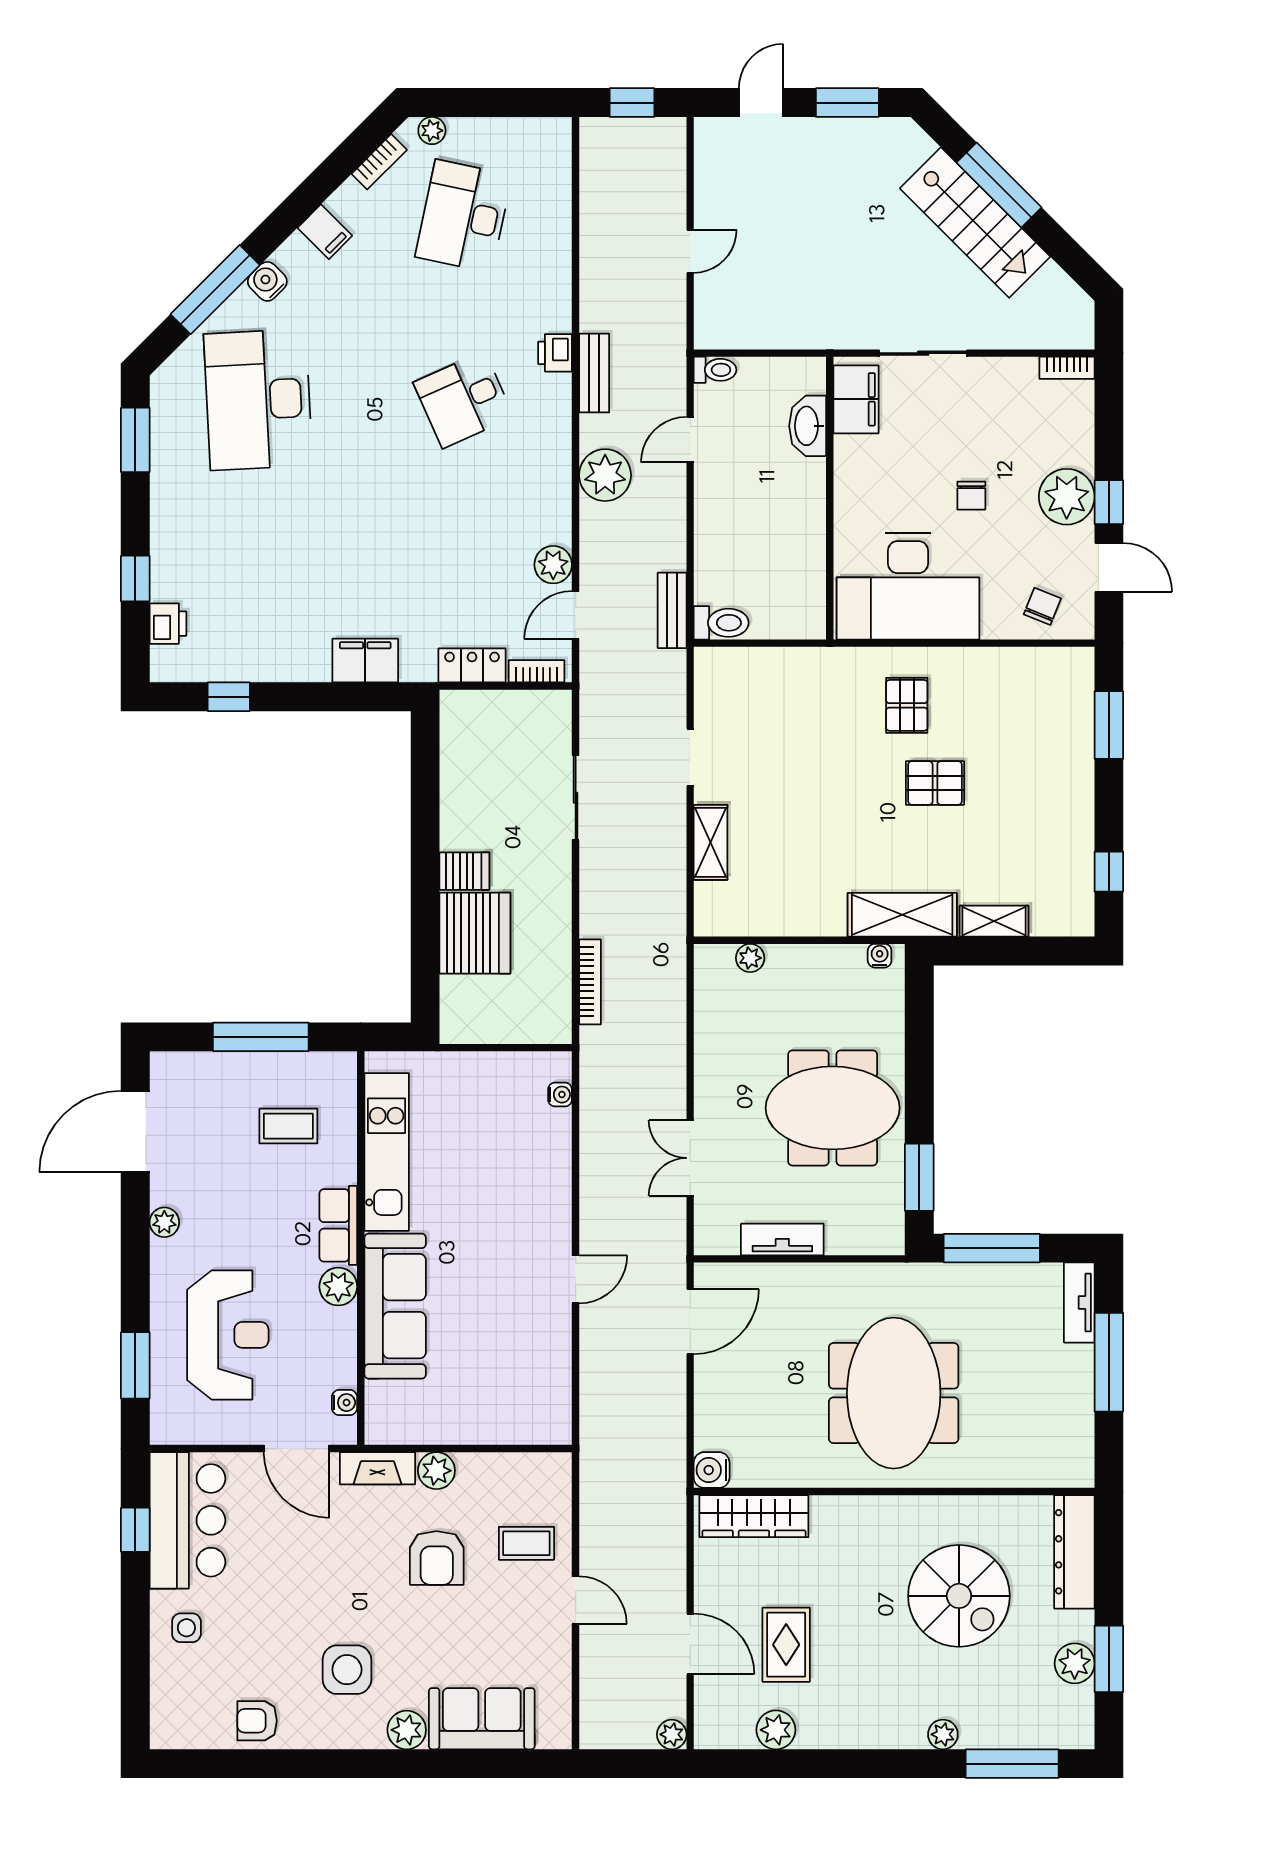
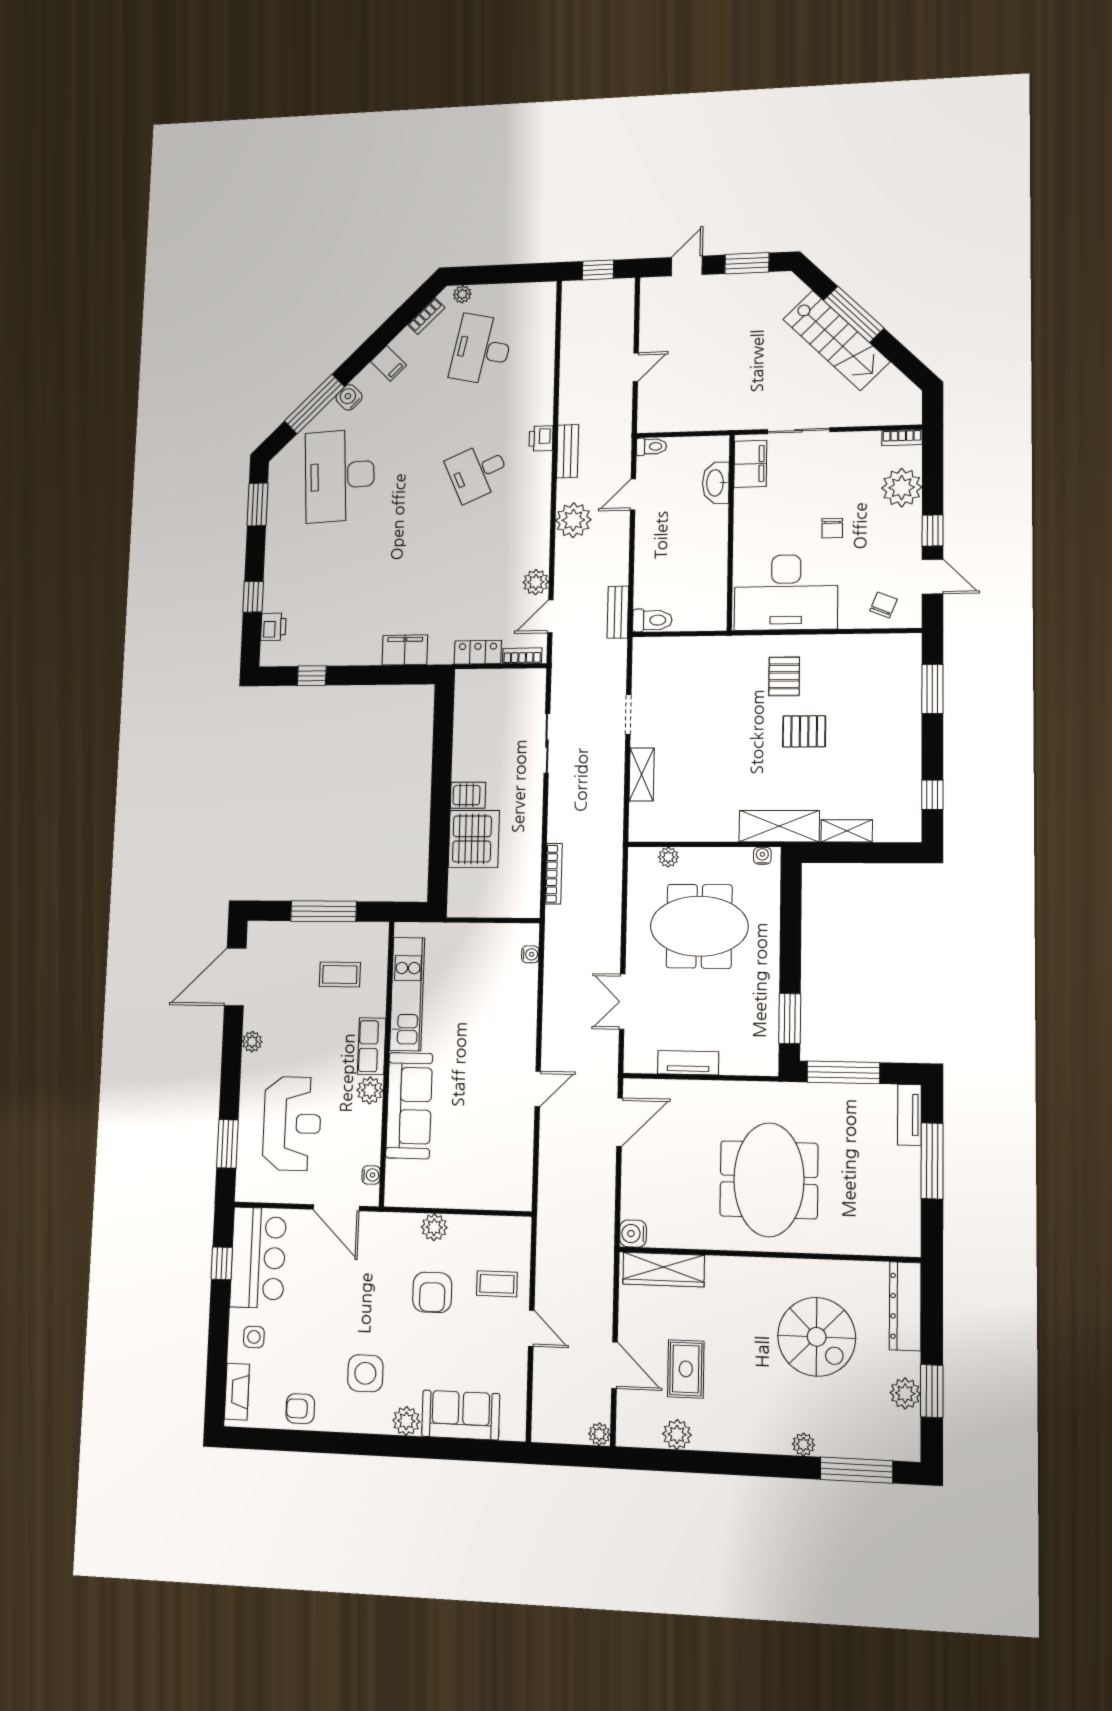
plant: (1067, 497) -> (902, 488), moved
meeting table: (833, 1108) -> (699, 926), moved
fireplace: (377, 1468) -> (237, 1392), moved, turned -90

